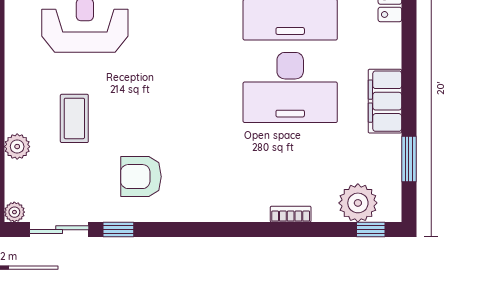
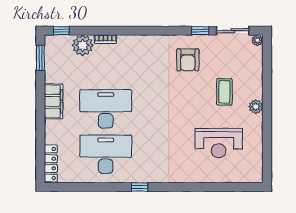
plant: (17, 147) -> (256, 107), moved
window: (409, 159) -> (40, 58), moved
armchair: (141, 177) -> (188, 60), turned 90
plant: (358, 203) -> (83, 45), moved

